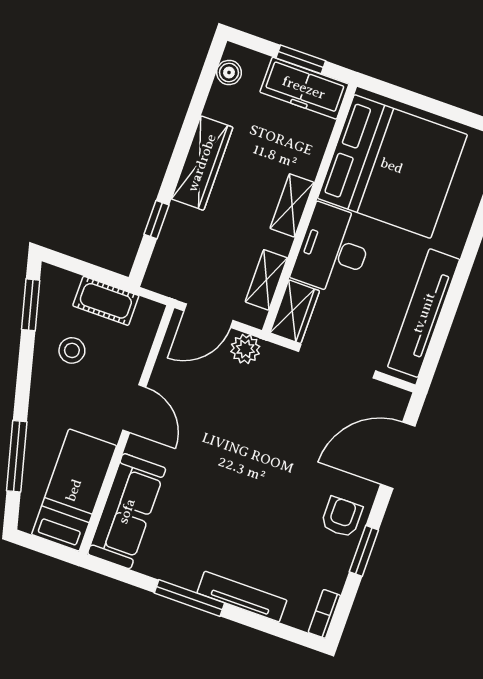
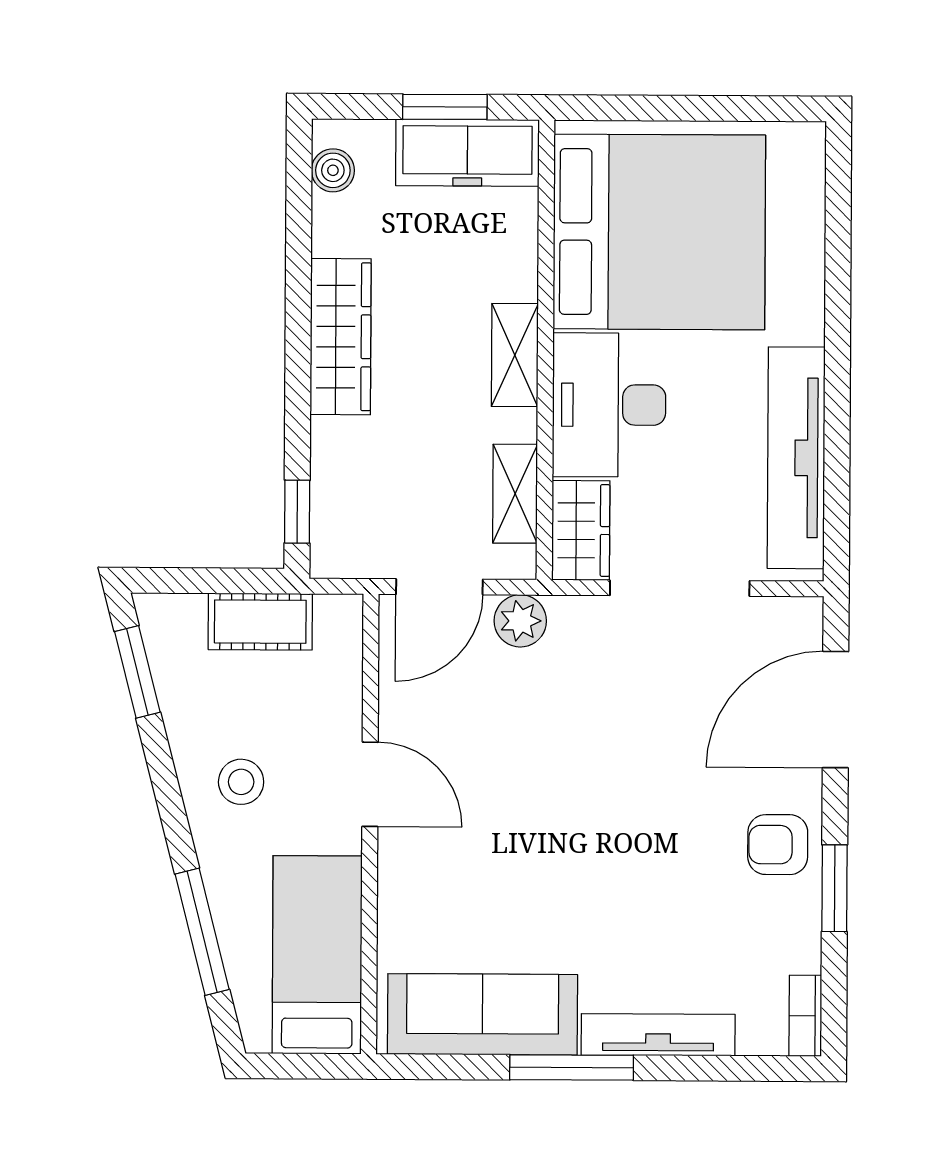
window: (156, 220) -> (297, 512), moved
stool: (72, 350) -> (241, 782), moved
sofa: (127, 511) -> (482, 1014), moved, turned -90
armchair: (342, 517) -> (778, 845), turned -90

